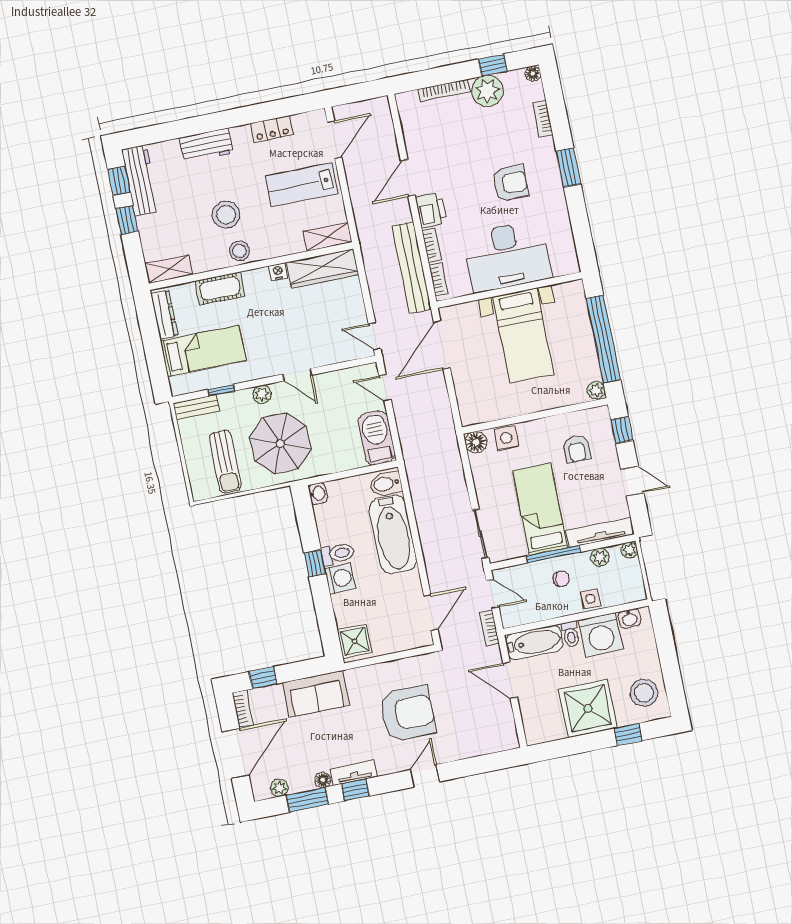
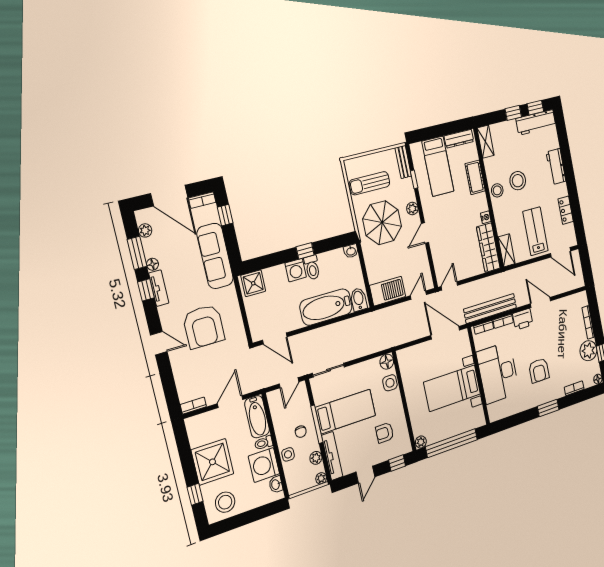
bookcase: (489, 628) -> (193, 406), moved
sofa: (316, 694) -> (215, 256), width x1.36

